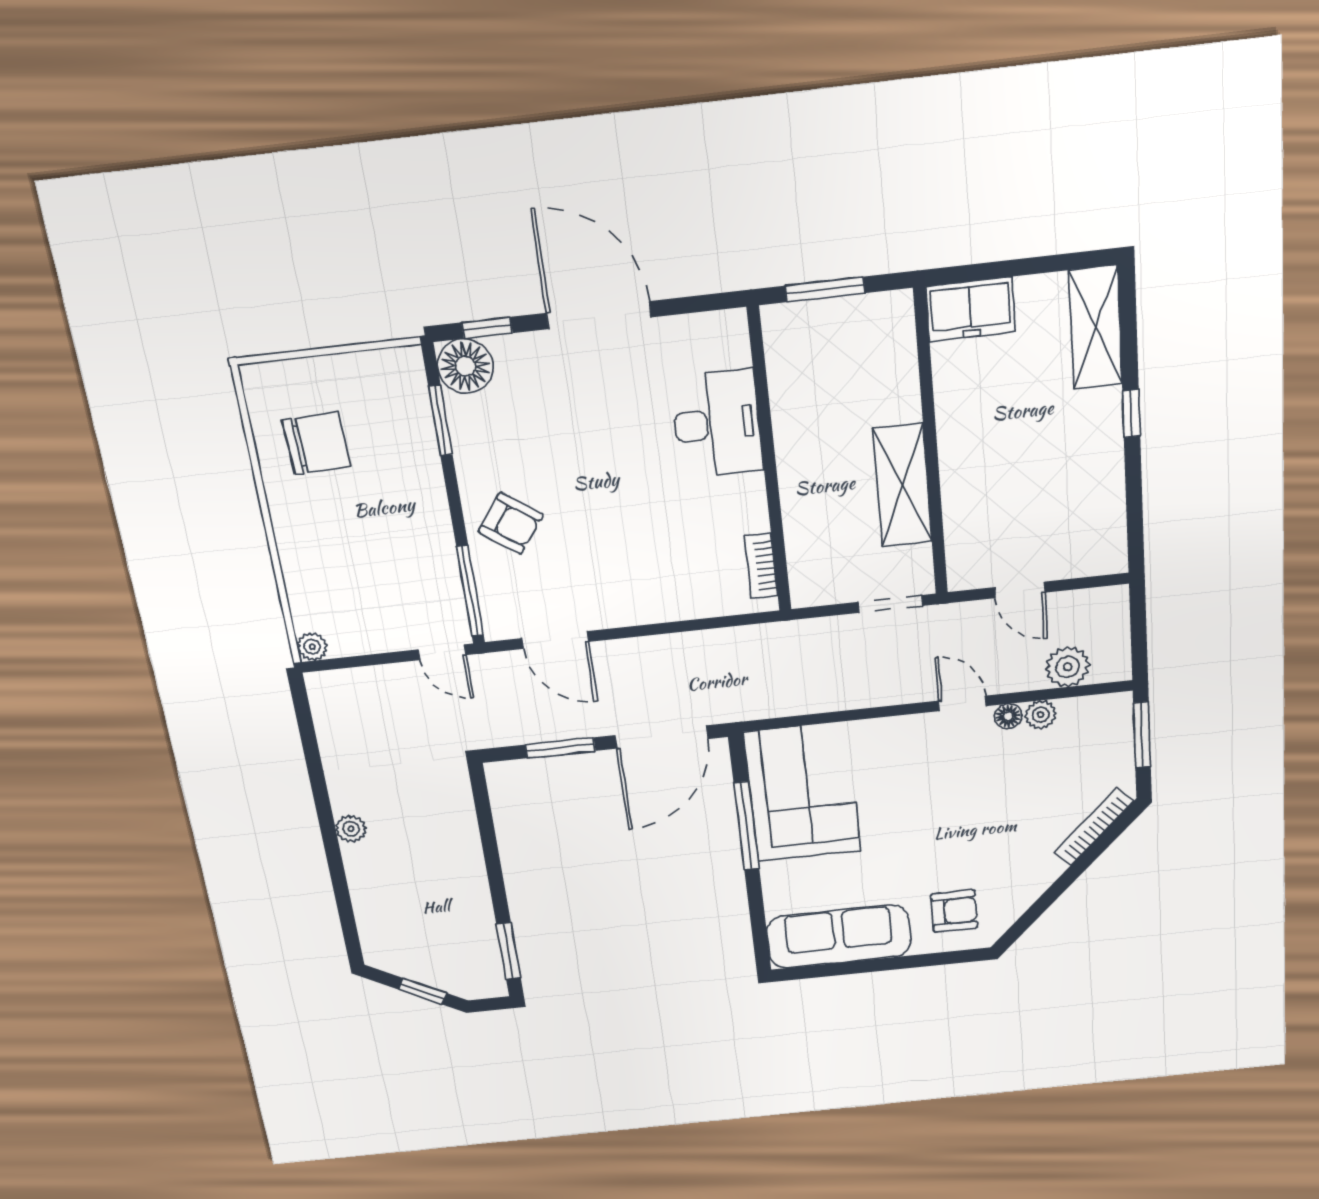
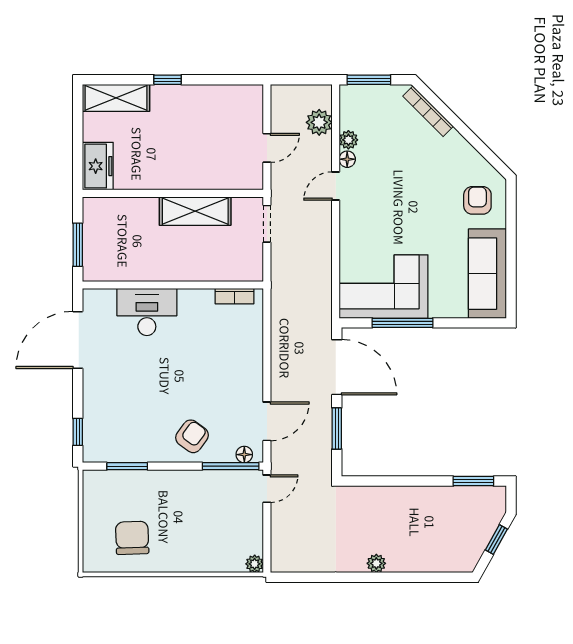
door: (599, 315) -> (78, 340), moved
floor lamp: (465, 366) -> (244, 455), moved, width x0.53, depth x0.53

